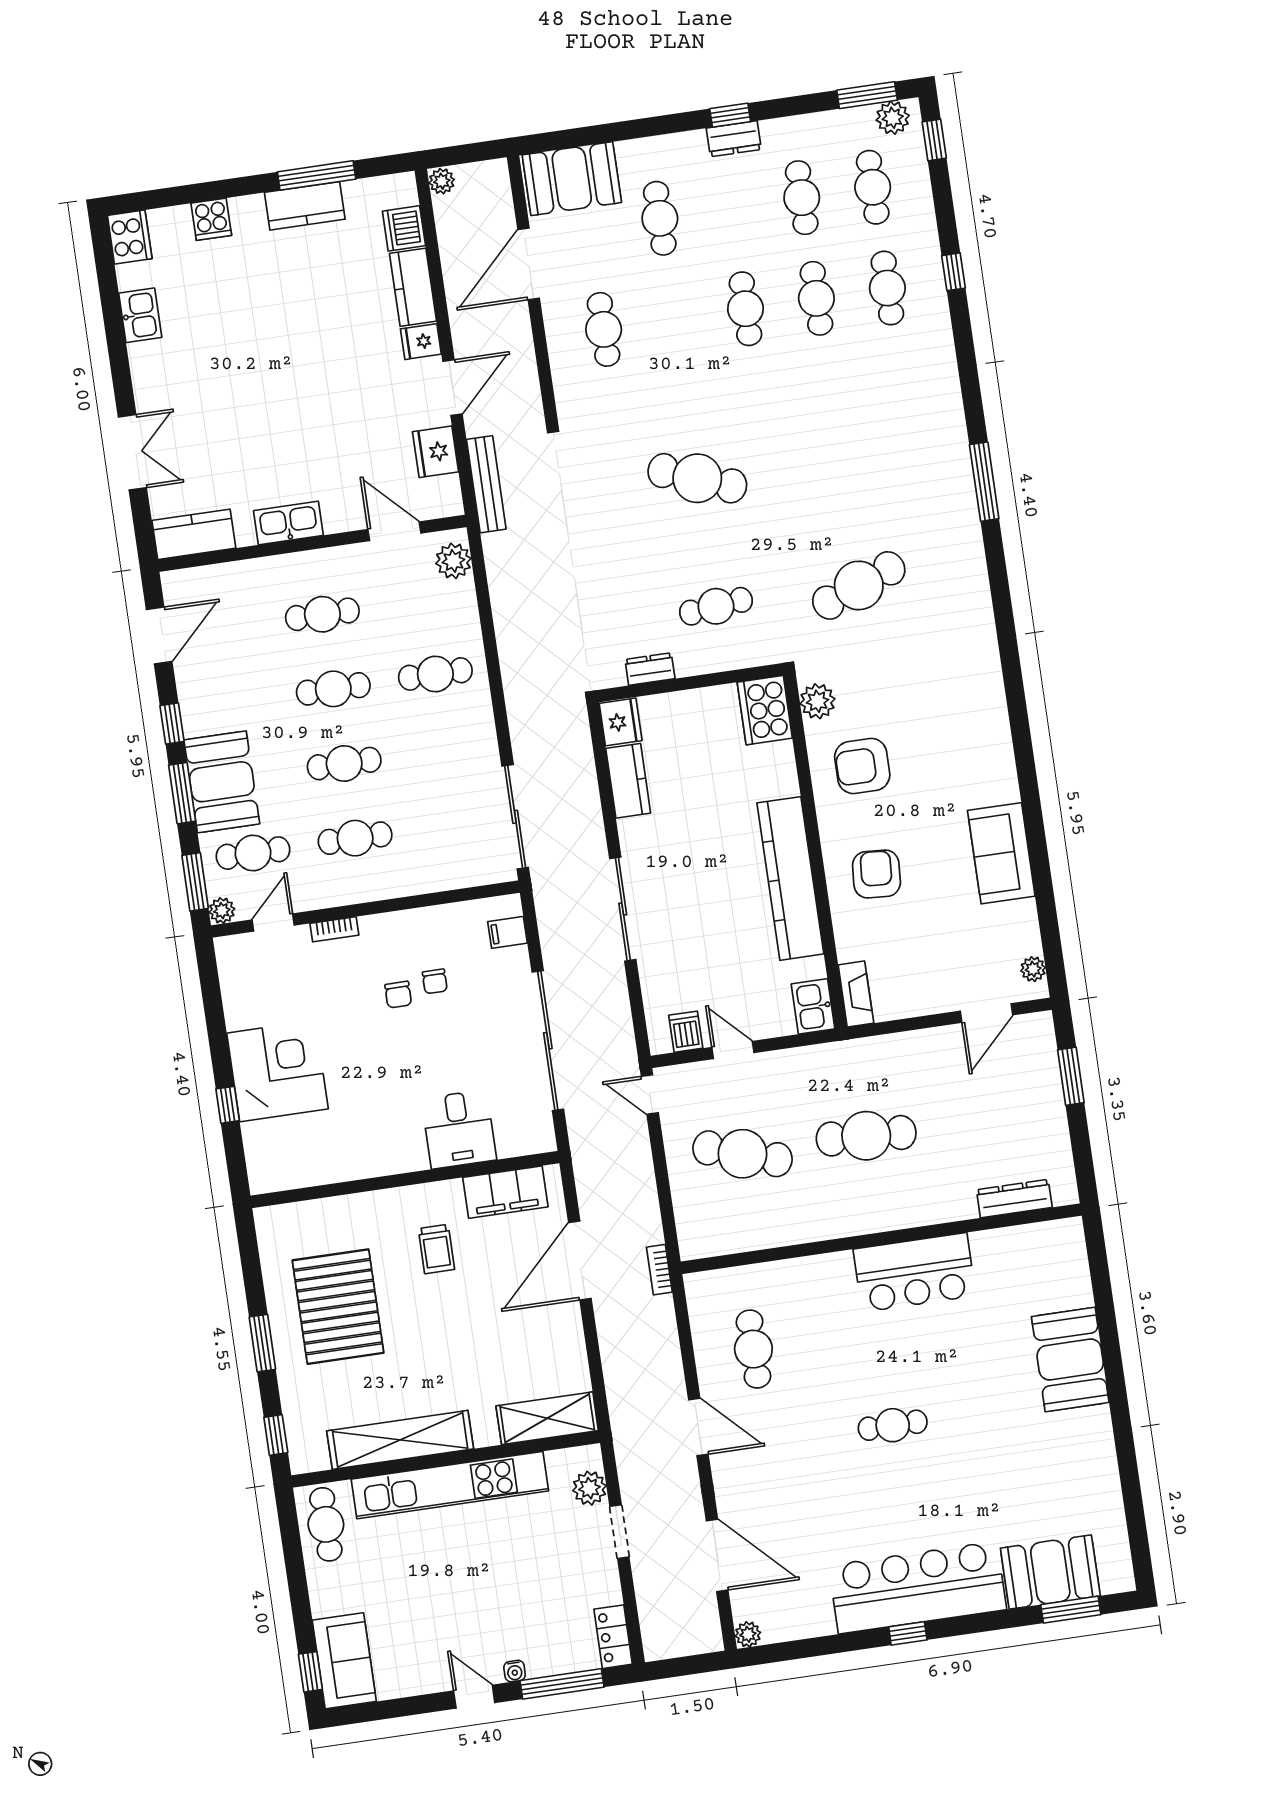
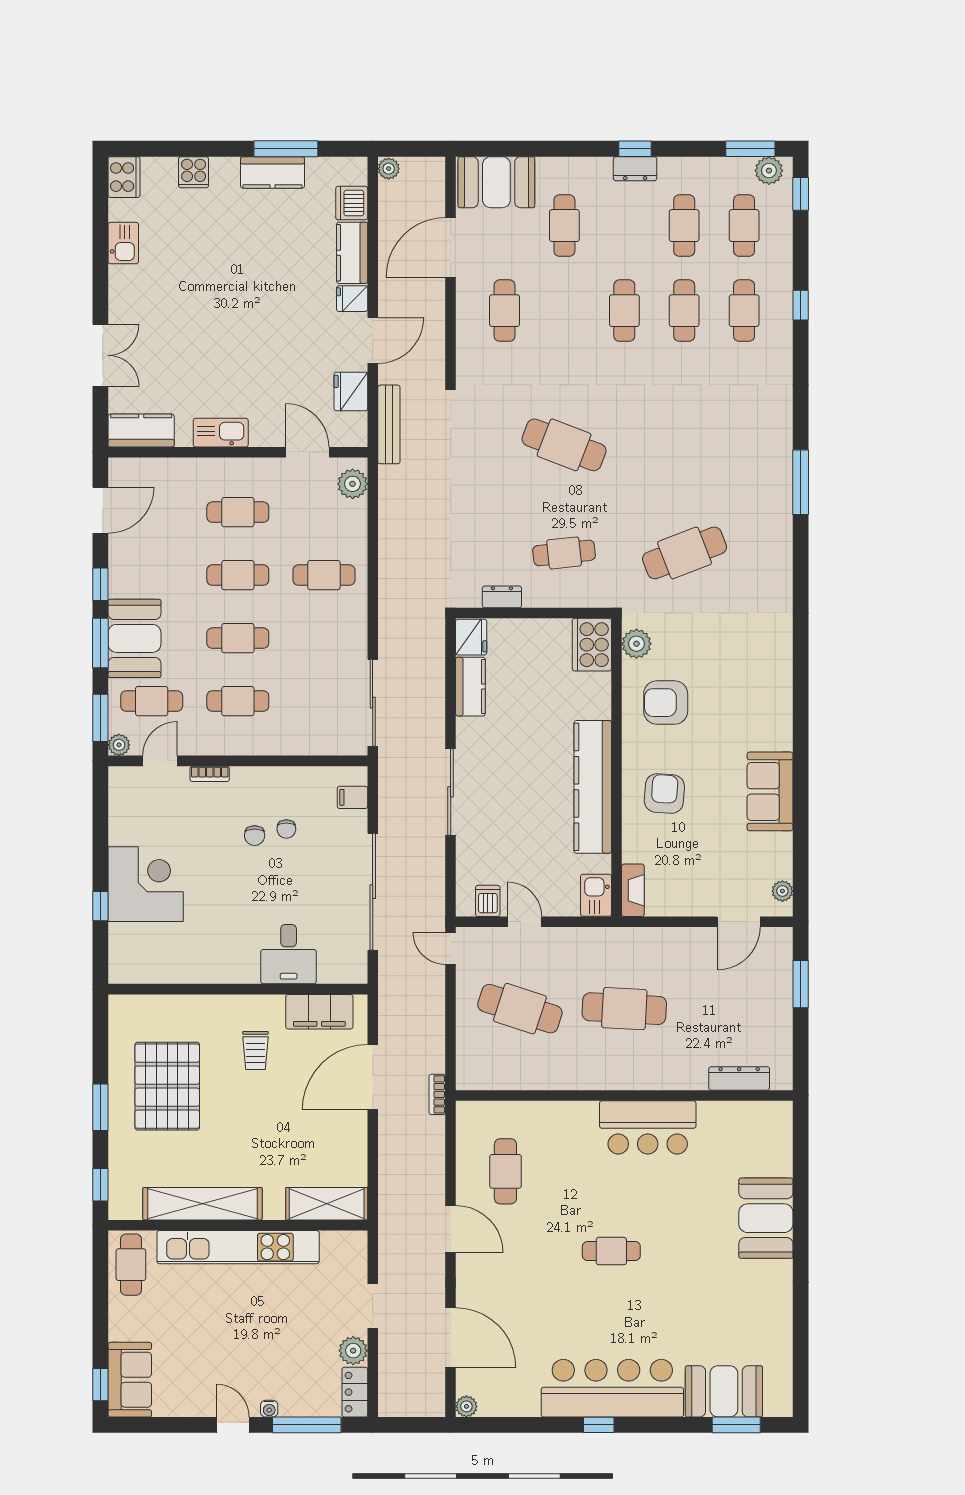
plant: (589, 1488) -> (353, 1351), moved

